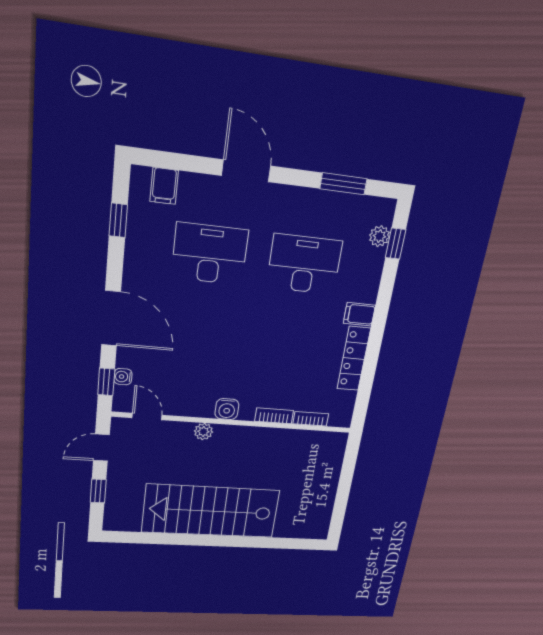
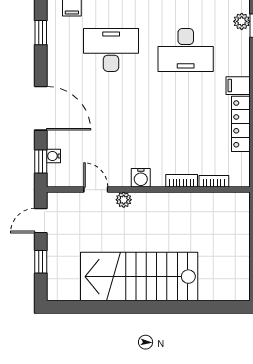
desk: (304, 264) -> (186, 50), turned 180
door: (147, 417) -> (96, 189), moved

